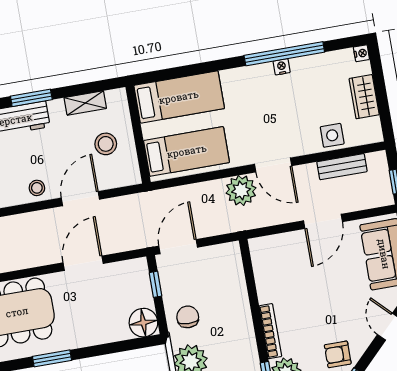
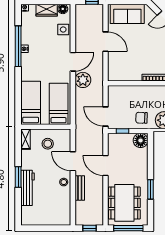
shelving: (85, 103) -> (25, 139), moved
floor lamp: (372, 128) -> (63, 9), added
bench: (342, 167) -> (80, 188), moved

